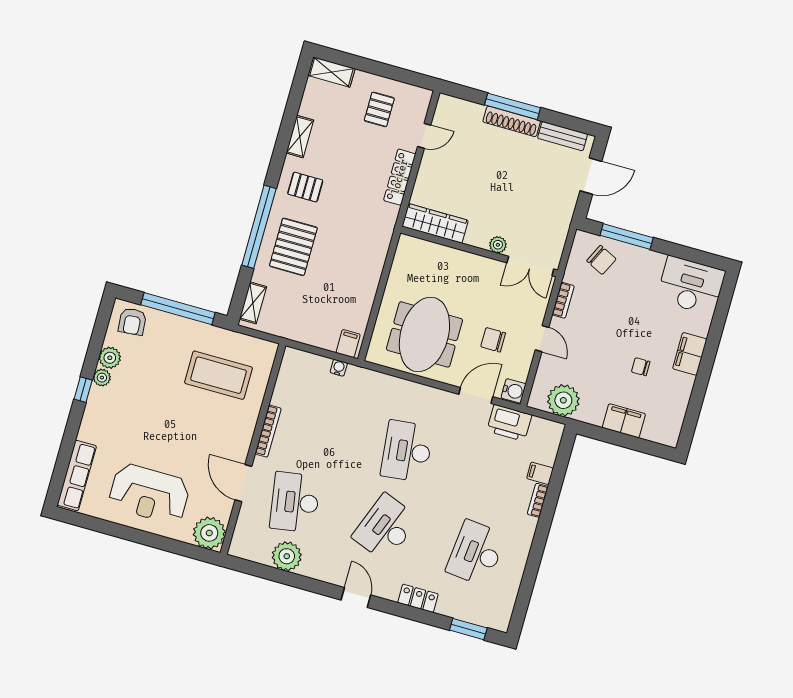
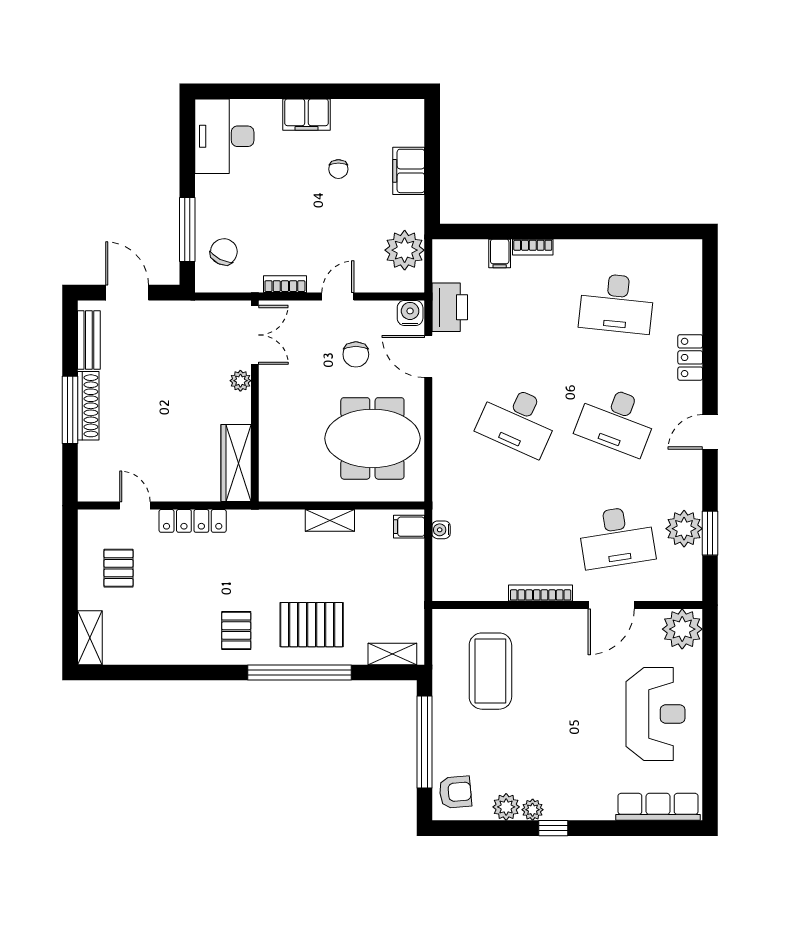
pallet: (379, 109) -> (118, 568), turned 90
shelving: (300, 137) -> (330, 520), moved
desk: (407, 451) -> (518, 420), turned 30
window: (468, 629) -> (710, 533), moved

